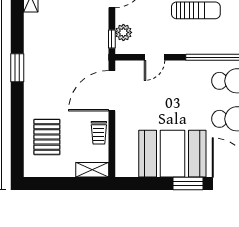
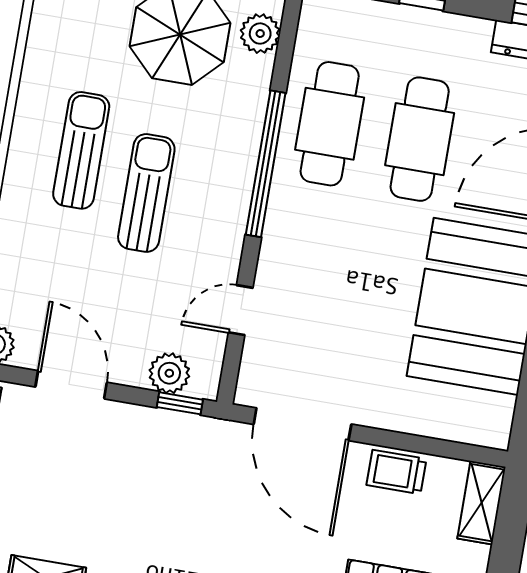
door: (154, 57) -> (241, 310), swing flipped
trolley: (99, 133) -> (396, 472), turned 180

